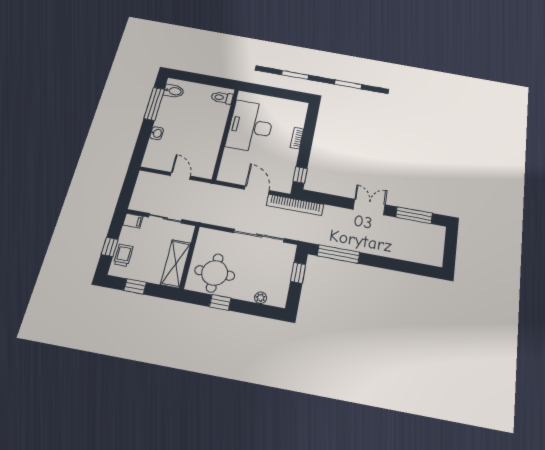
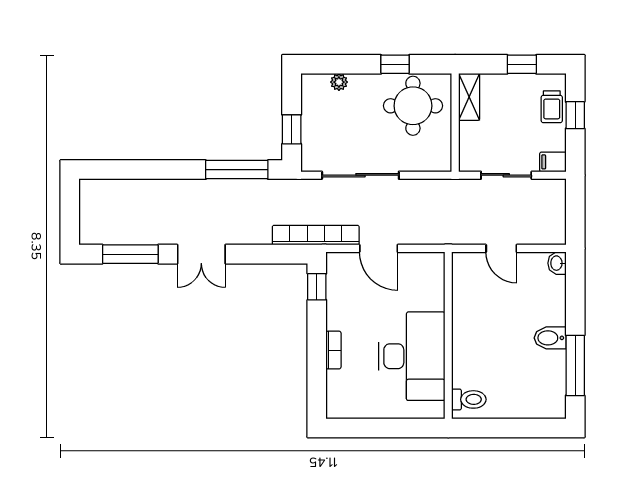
bidet: (174, 91) -> (550, 338), moved
washbasin: (157, 133) -> (557, 263), moved
shelving: (176, 264) -> (469, 97), width x0.67, depth x0.75

